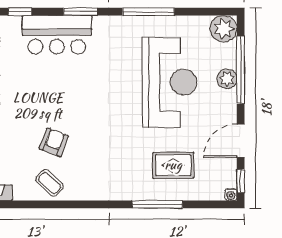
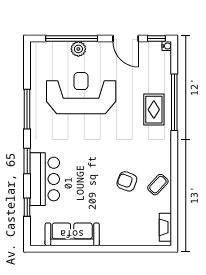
plant: (224, 29) -> (40, 52), removed
rug: (173, 165) -> (154, 110), moved
window: (157, 204) -> (174, 102), width x1.46

